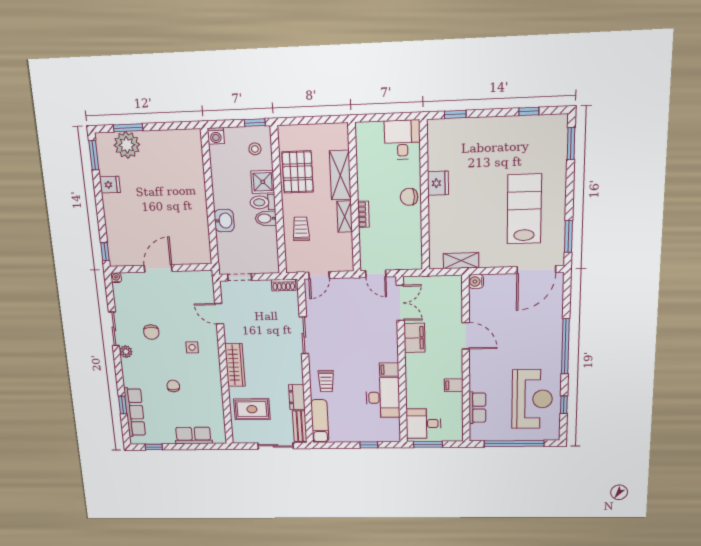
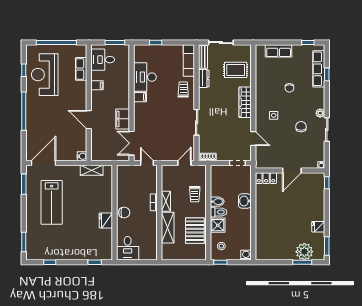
locker: (195, 256) -> (266, 178), added
desk: (424, 424) -> (103, 60), moved, turned 180

